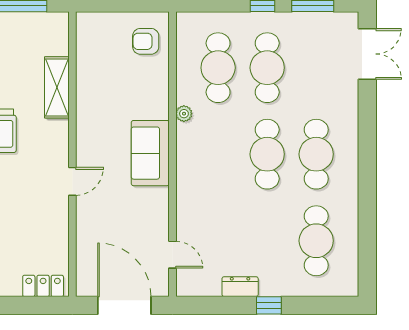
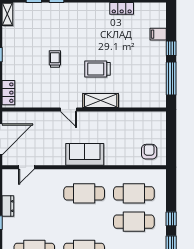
shelving: (57, 87) -> (101, 101), moved
plant: (184, 114) -> (107, 174), removed
cafe table: (267, 154) -> (84, 193), moved

